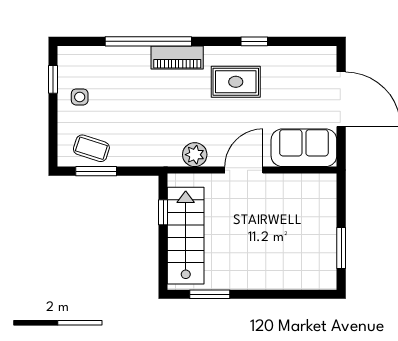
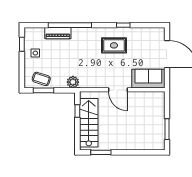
piano: (177, 57) -> (58, 33), moved
plant: (195, 155) -> (73, 82), moved
door: (244, 170) -> (118, 90), swing flipped

